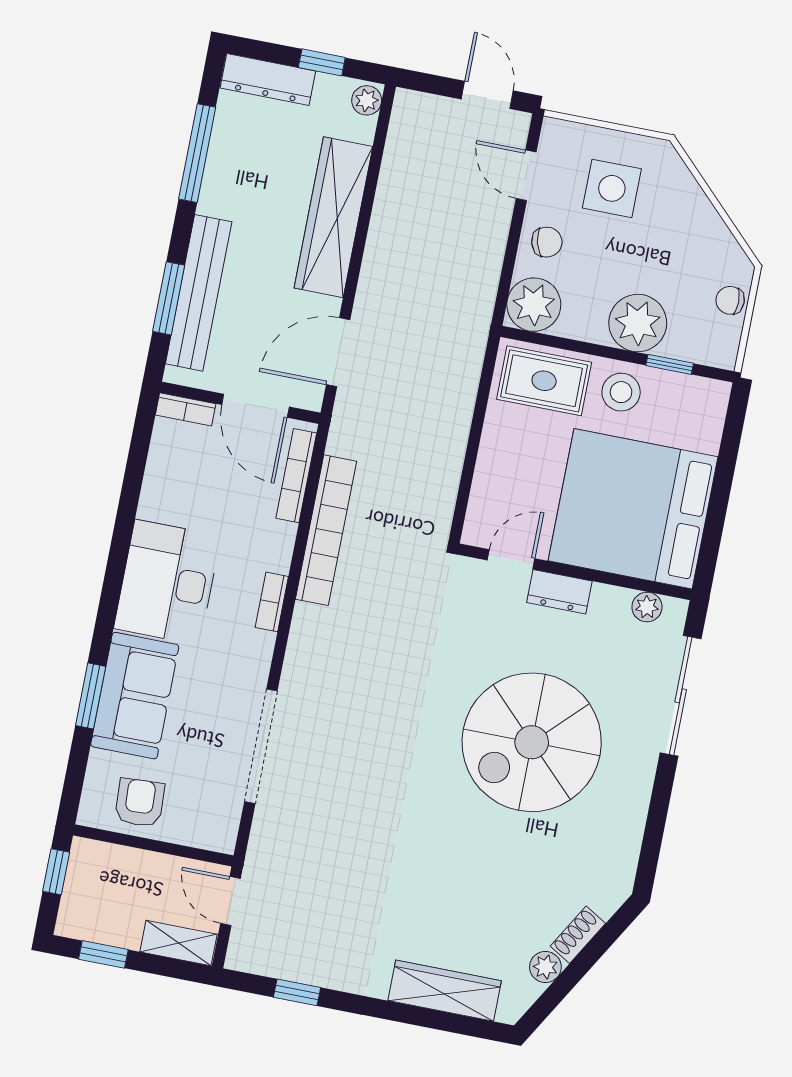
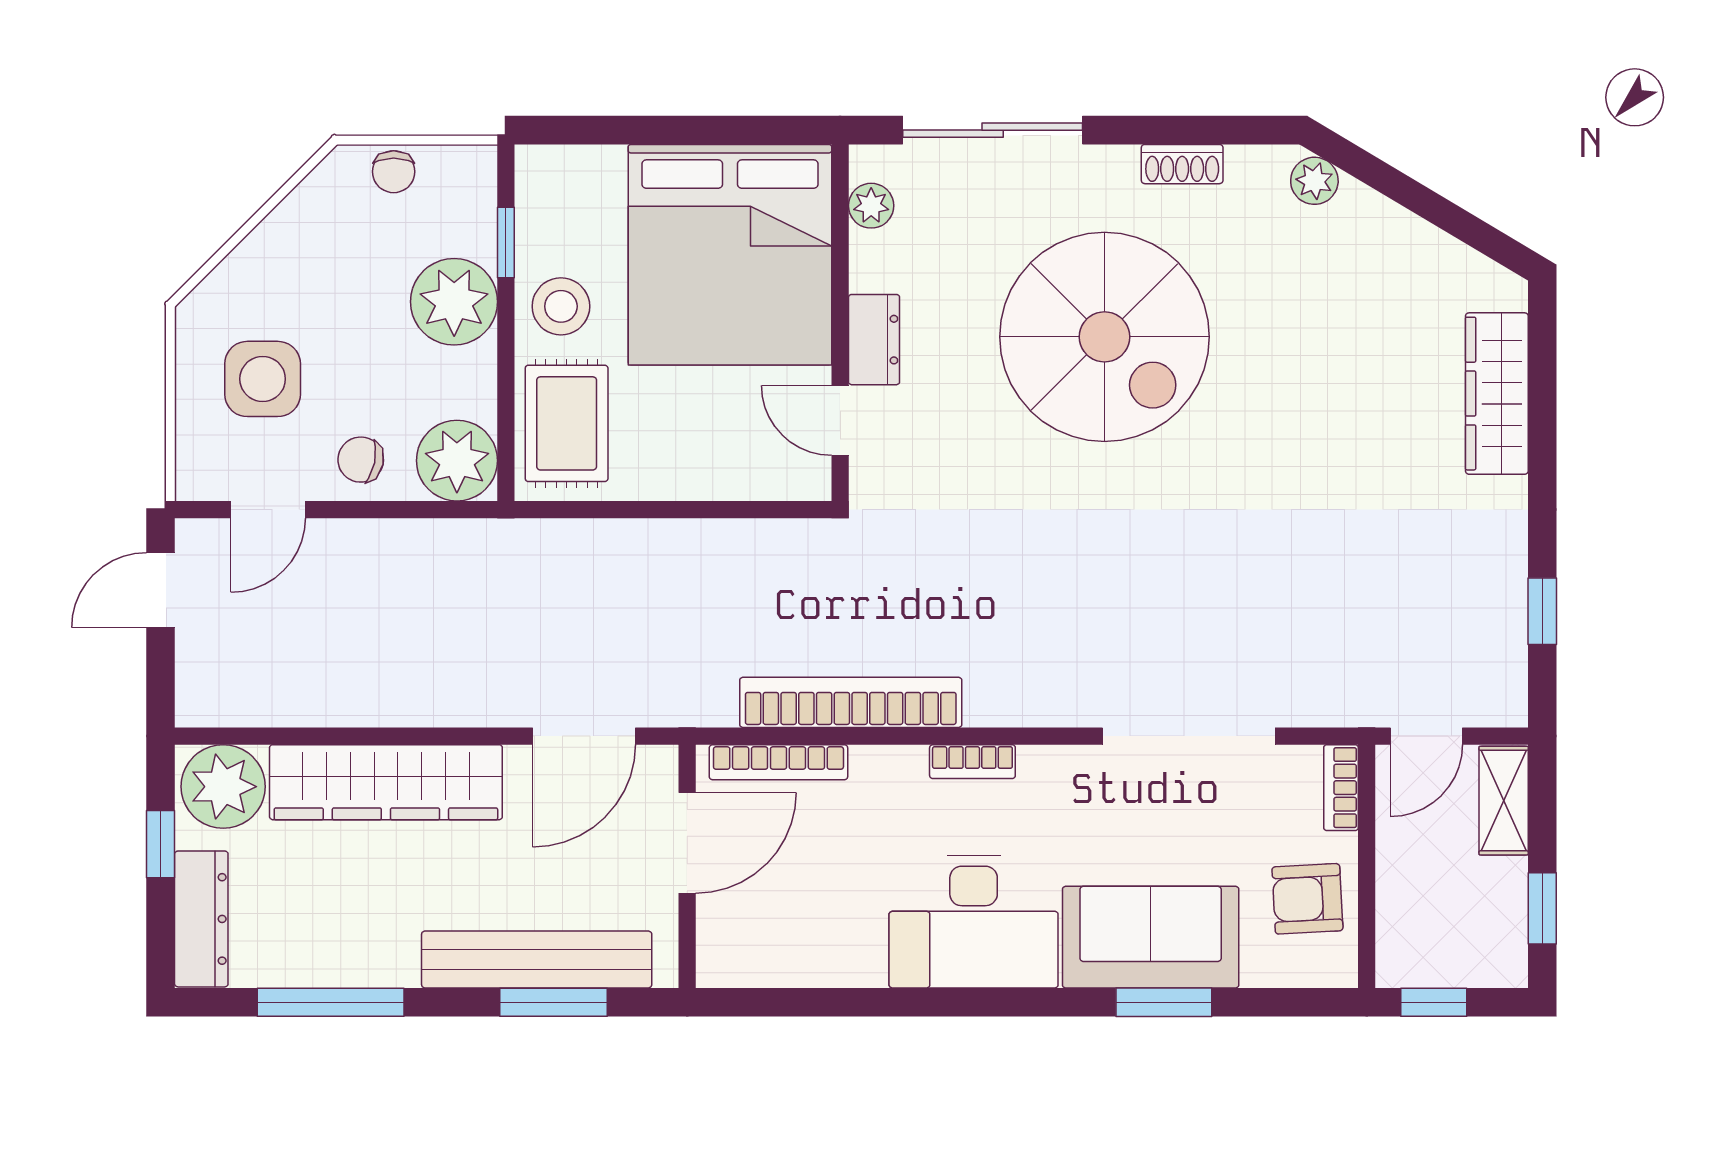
plant: (367, 100) -> (223, 787), width x1.87, depth x1.87
chair: (547, 242) -> (361, 460), turned -63
door: (338, 352) -> (584, 736), hinge flipped
bookcase: (186, 409) -> (1341, 788), moved, turned 180
shoe rack: (578, 935) -> (1182, 164), moved, turned -31
plant: (545, 967) -> (1314, 181), moved

